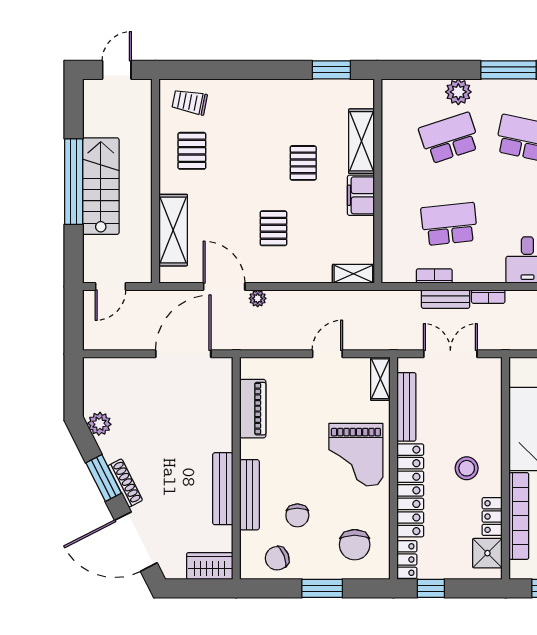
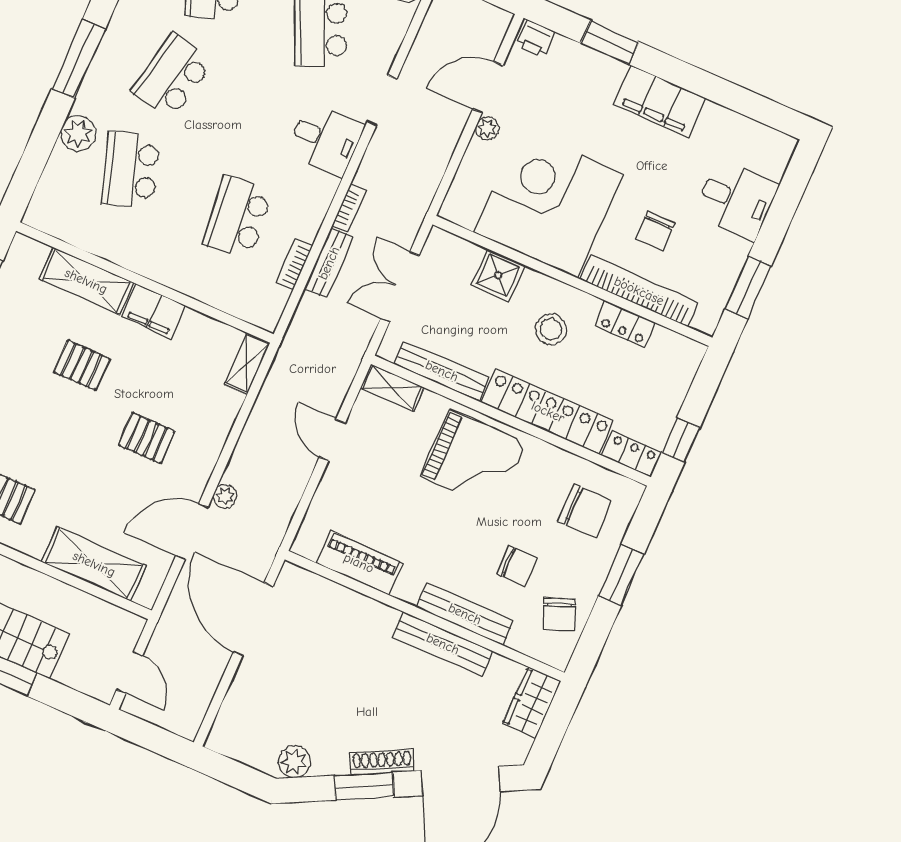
shower: (487, 553) -> (498, 275), moved

